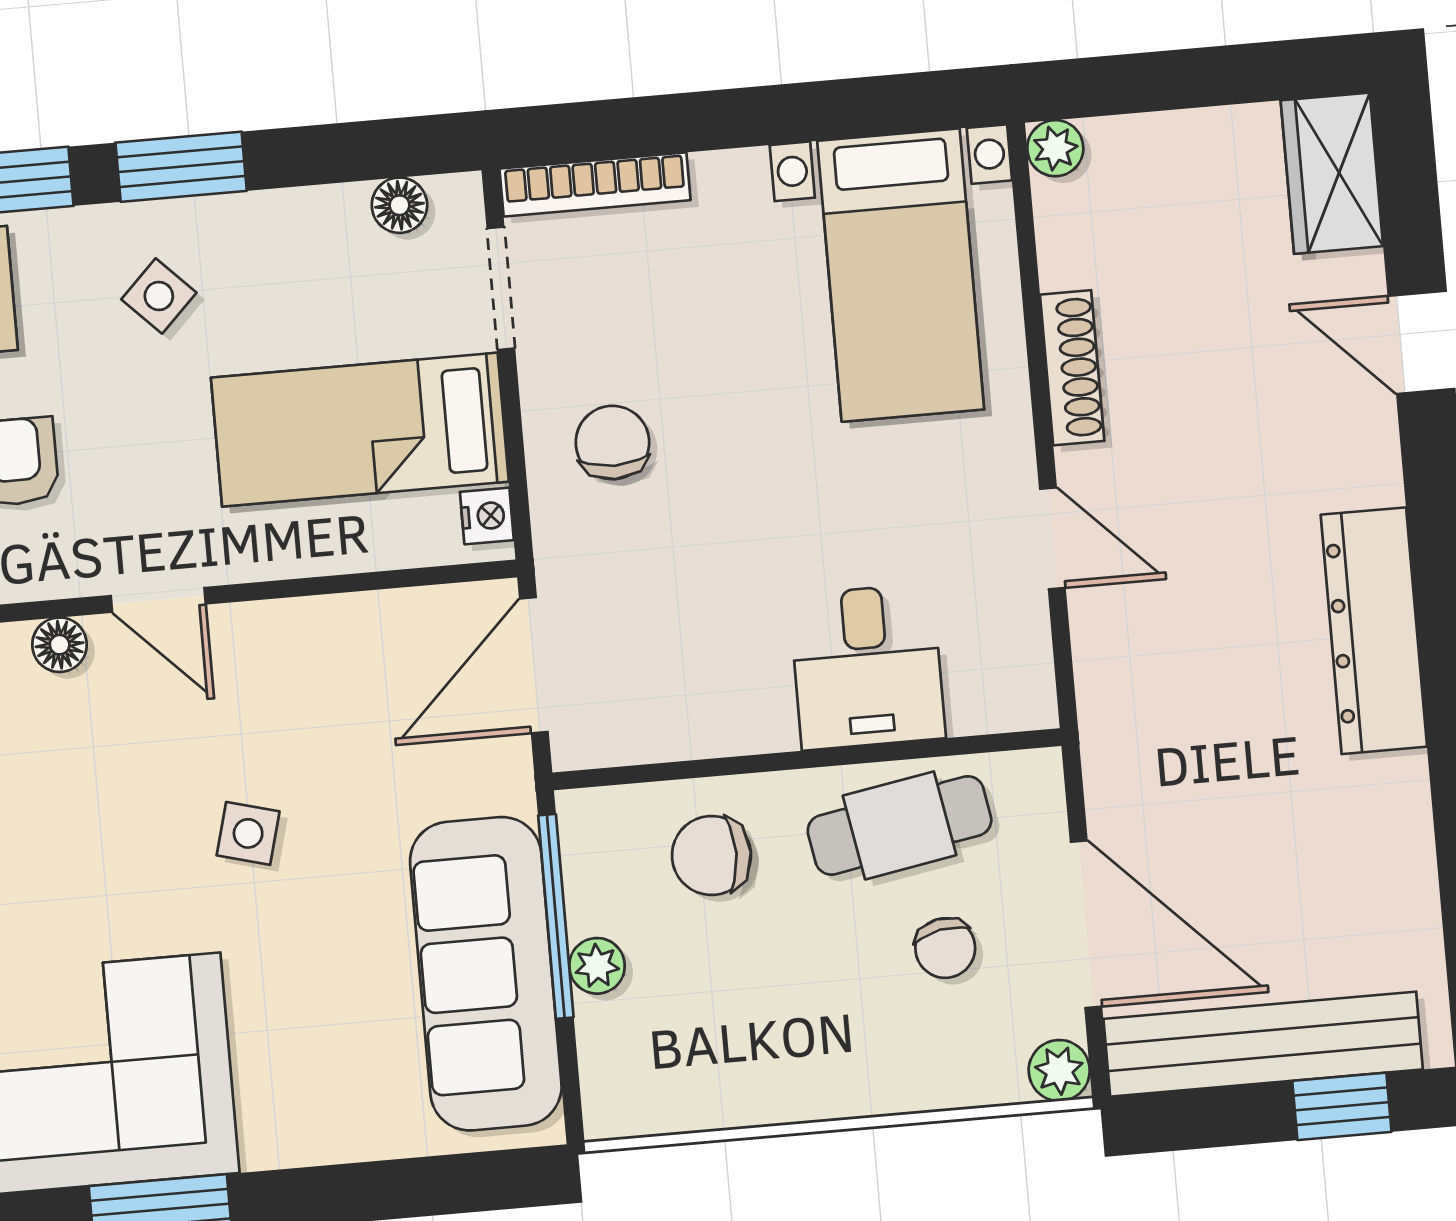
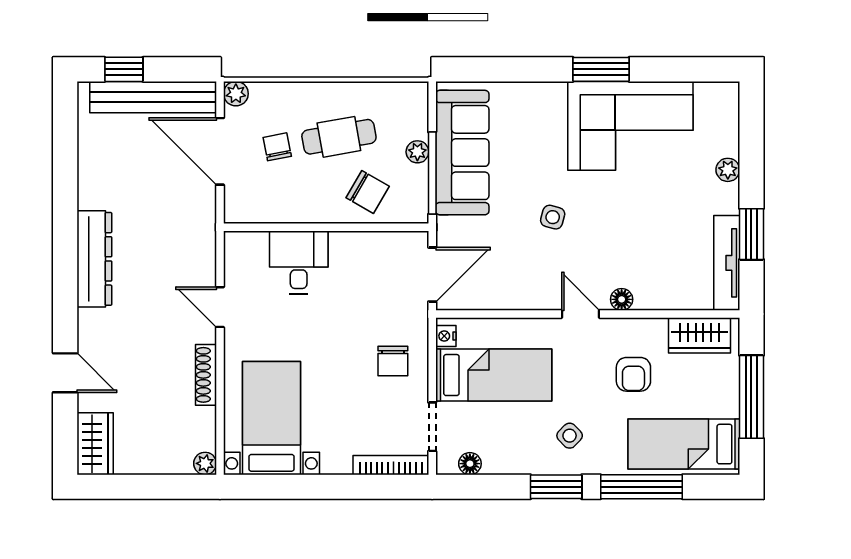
cafe table: (900, 825) -> (339, 137), moved
chair: (711, 855) -> (368, 192), turned 30

